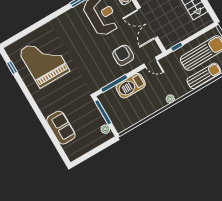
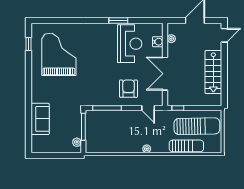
barbecue: (131, 86) -> (120, 118), removed

